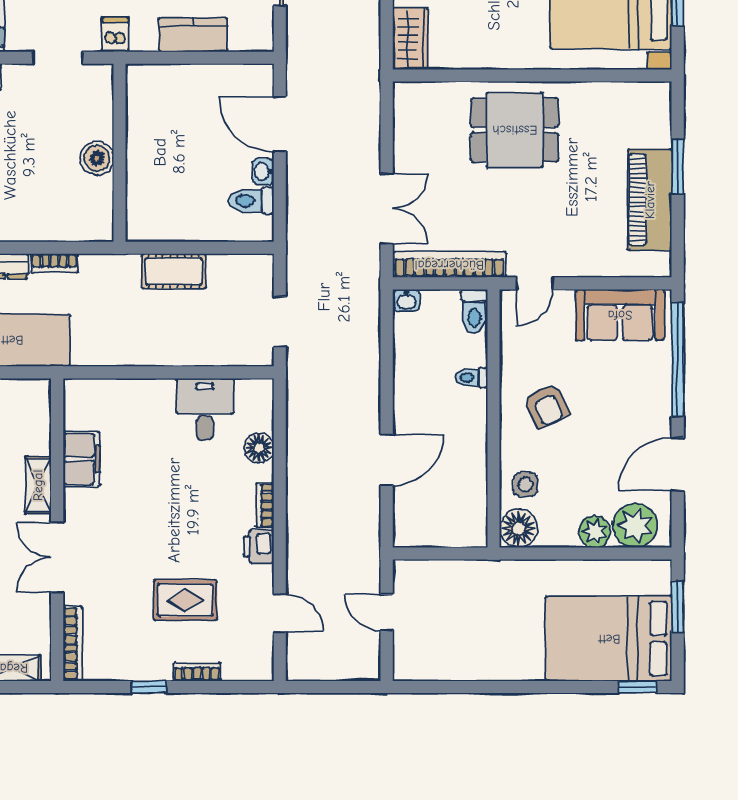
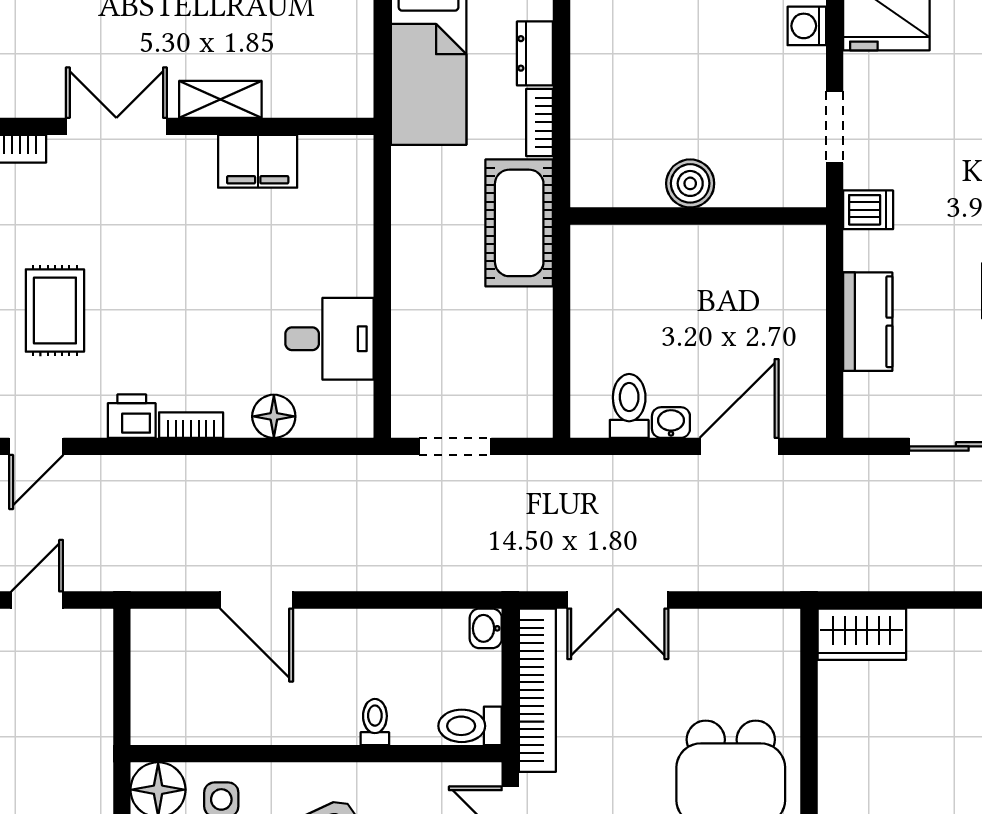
cot: (174, 271) -> (519, 223), moved, width x1.37, depth x1.34

